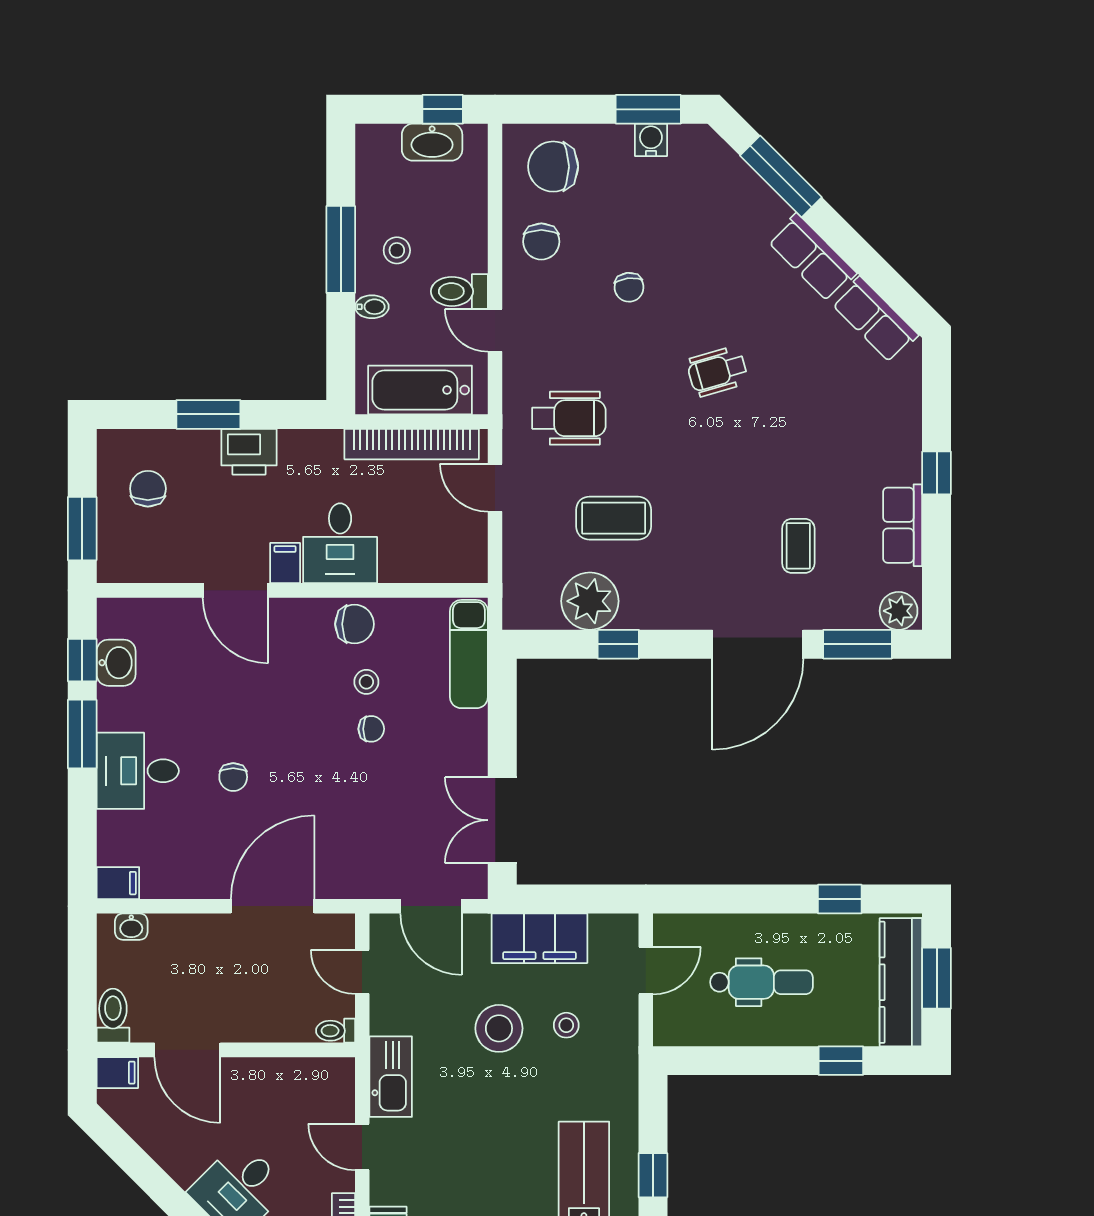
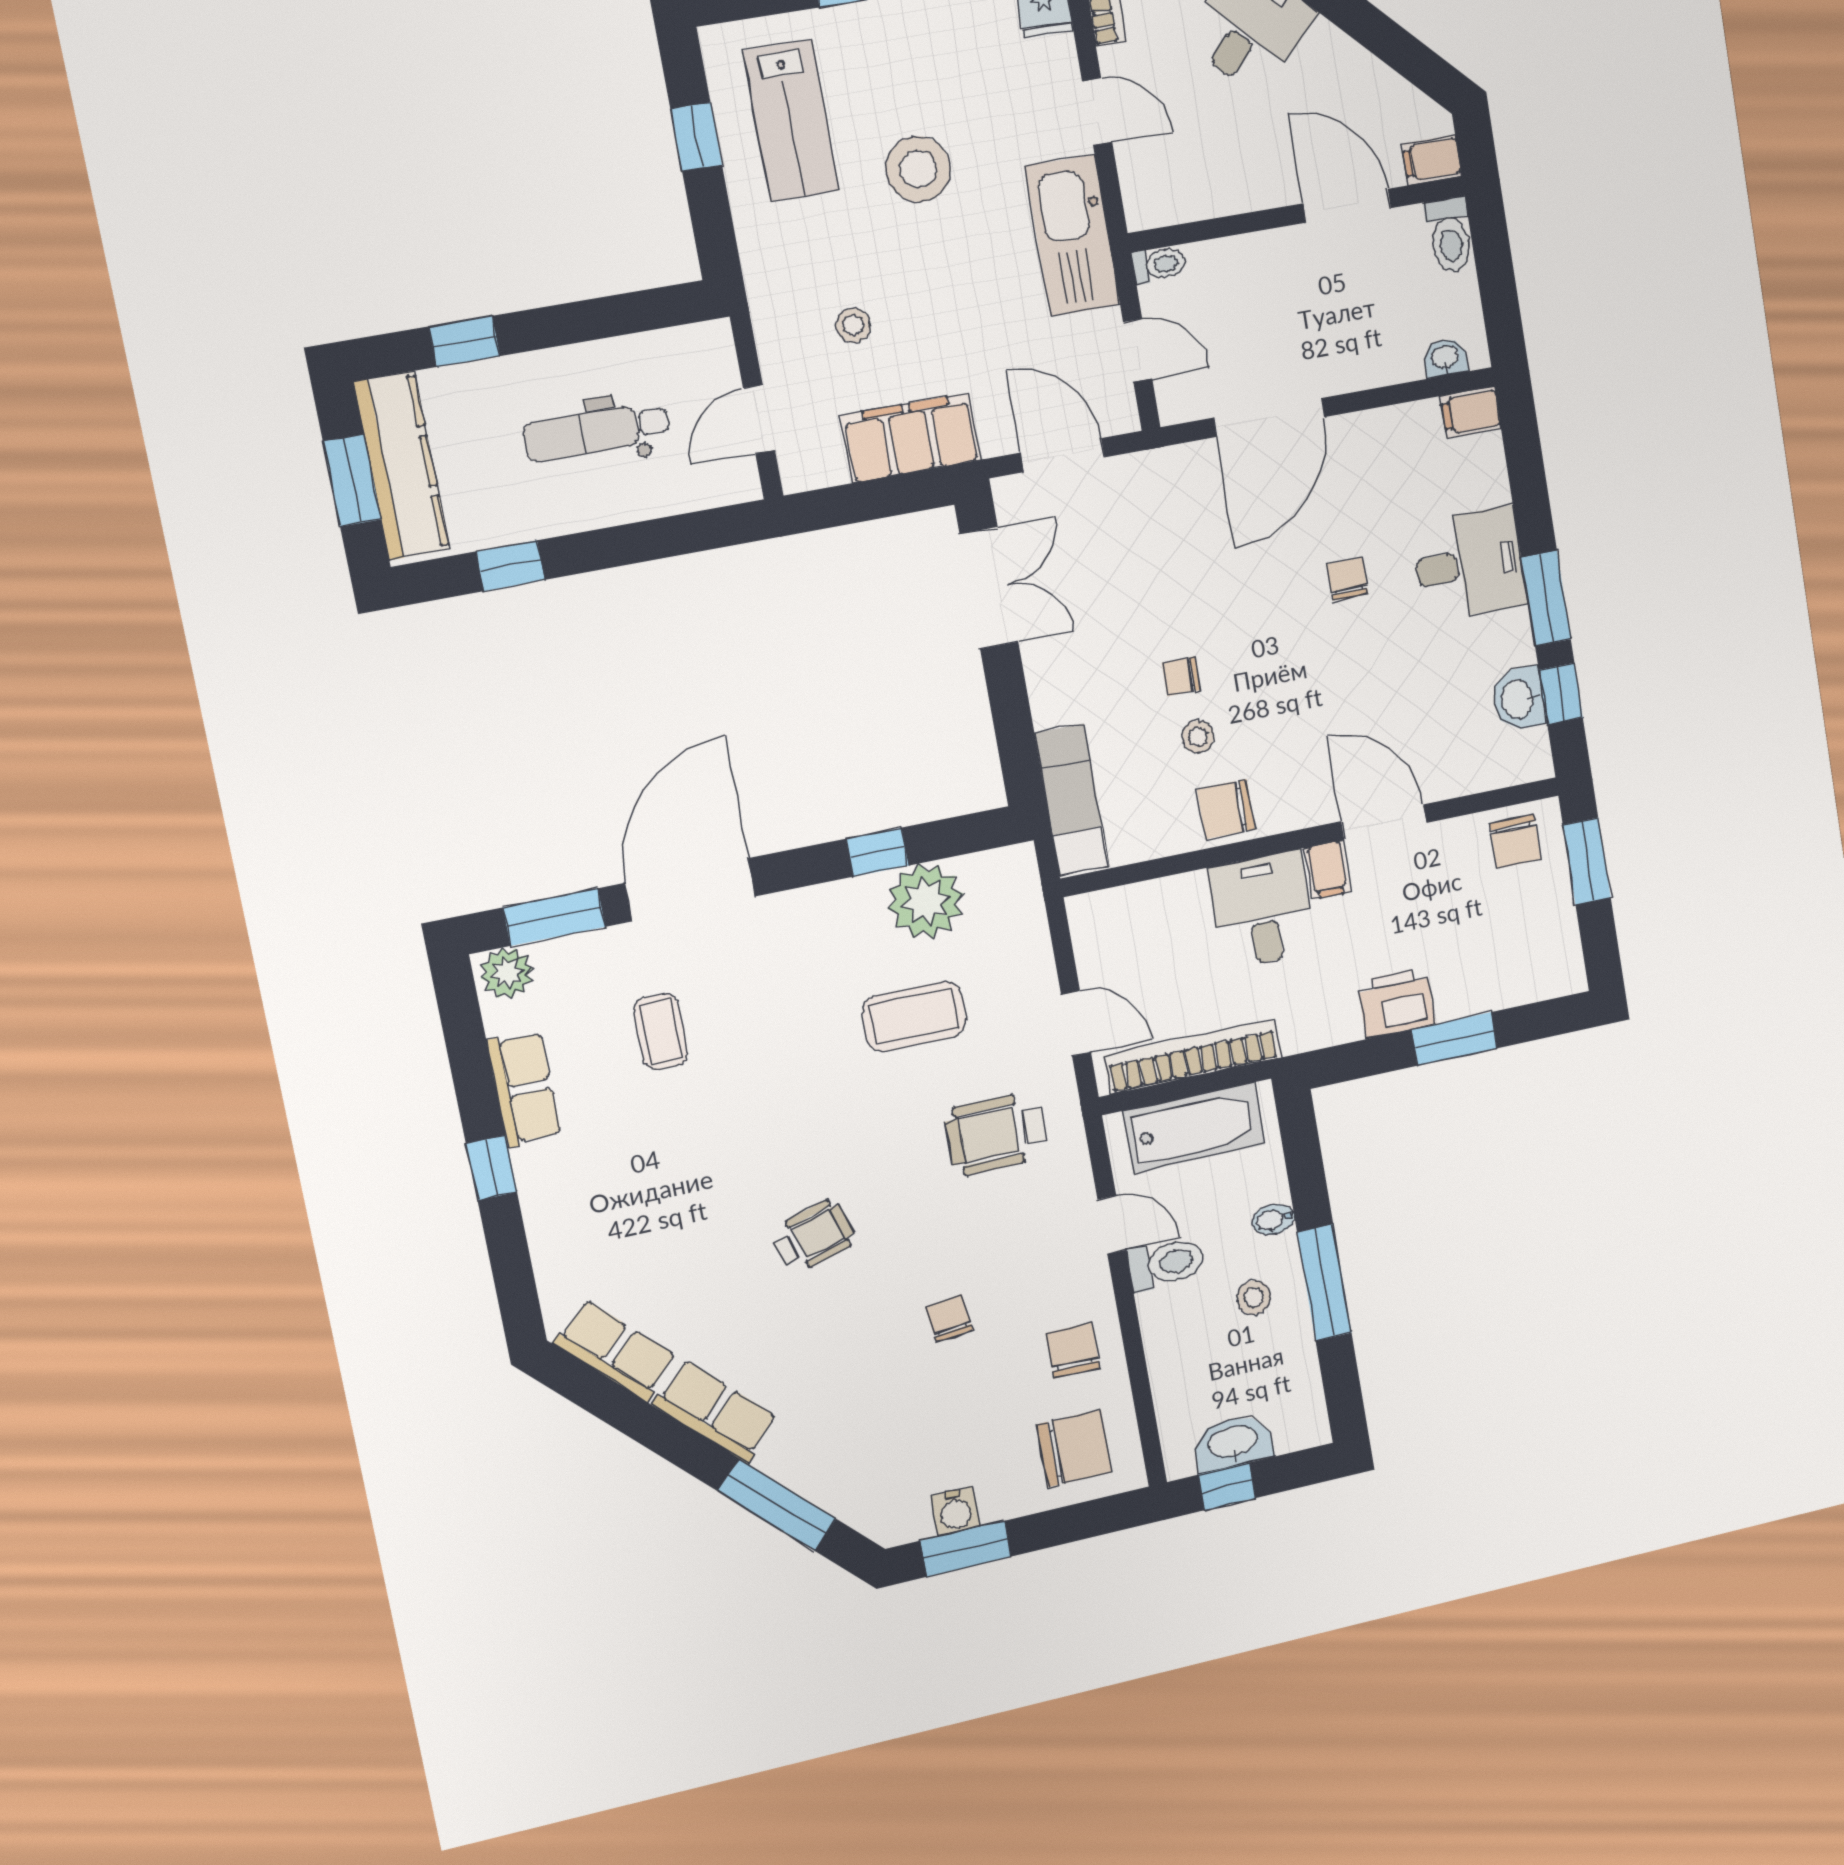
chair: (148, 489) -> (1515, 841), moved
stool: (499, 1028) -> (918, 169), moved
kitchen sink: (391, 1077) -> (1073, 236), width x1.36, depth x1.24

